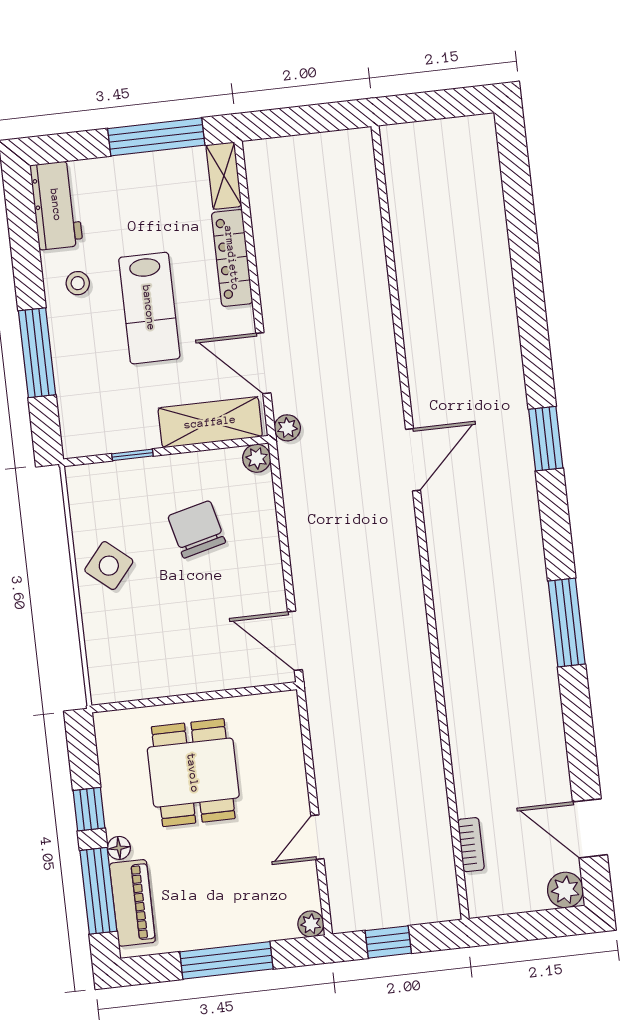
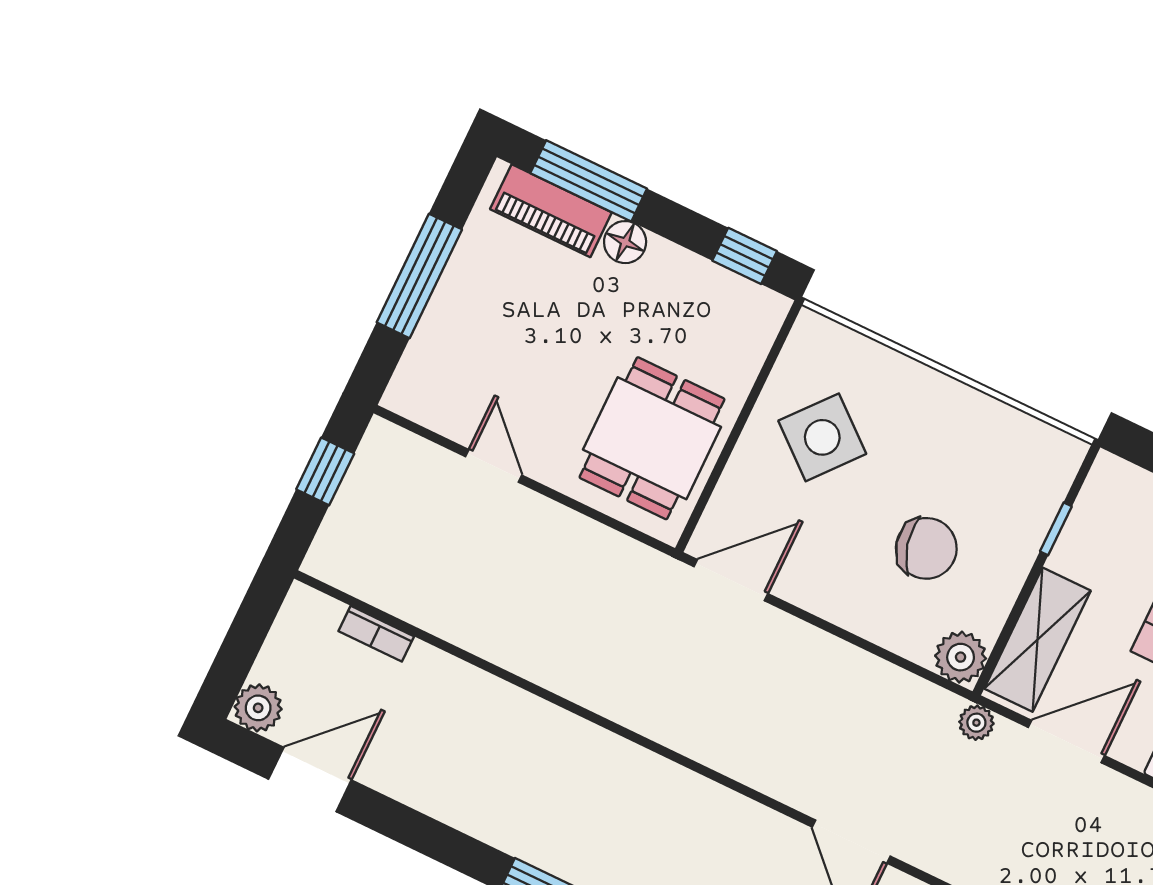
plant: (257, 458) -> (961, 657), width x1.38, depth x1.38
side table: (109, 566) -> (822, 437), moved, width x1.37, depth x1.37
dining table: (193, 773) -> (652, 438), moved, turned 90
window: (89, 809) -> (745, 256), moved
floor lamp: (119, 848) -> (625, 242), width x1.37, depth x1.37
plant: (311, 924) -> (401, 397), removed

